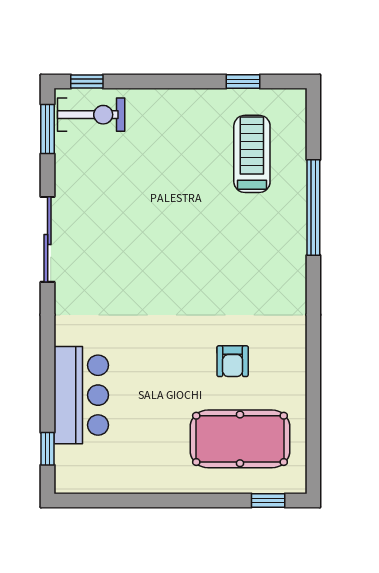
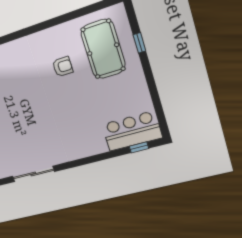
bar counter: (81, 395) -> (132, 131), moved
window: (268, 501) -> (139, 43), moved

